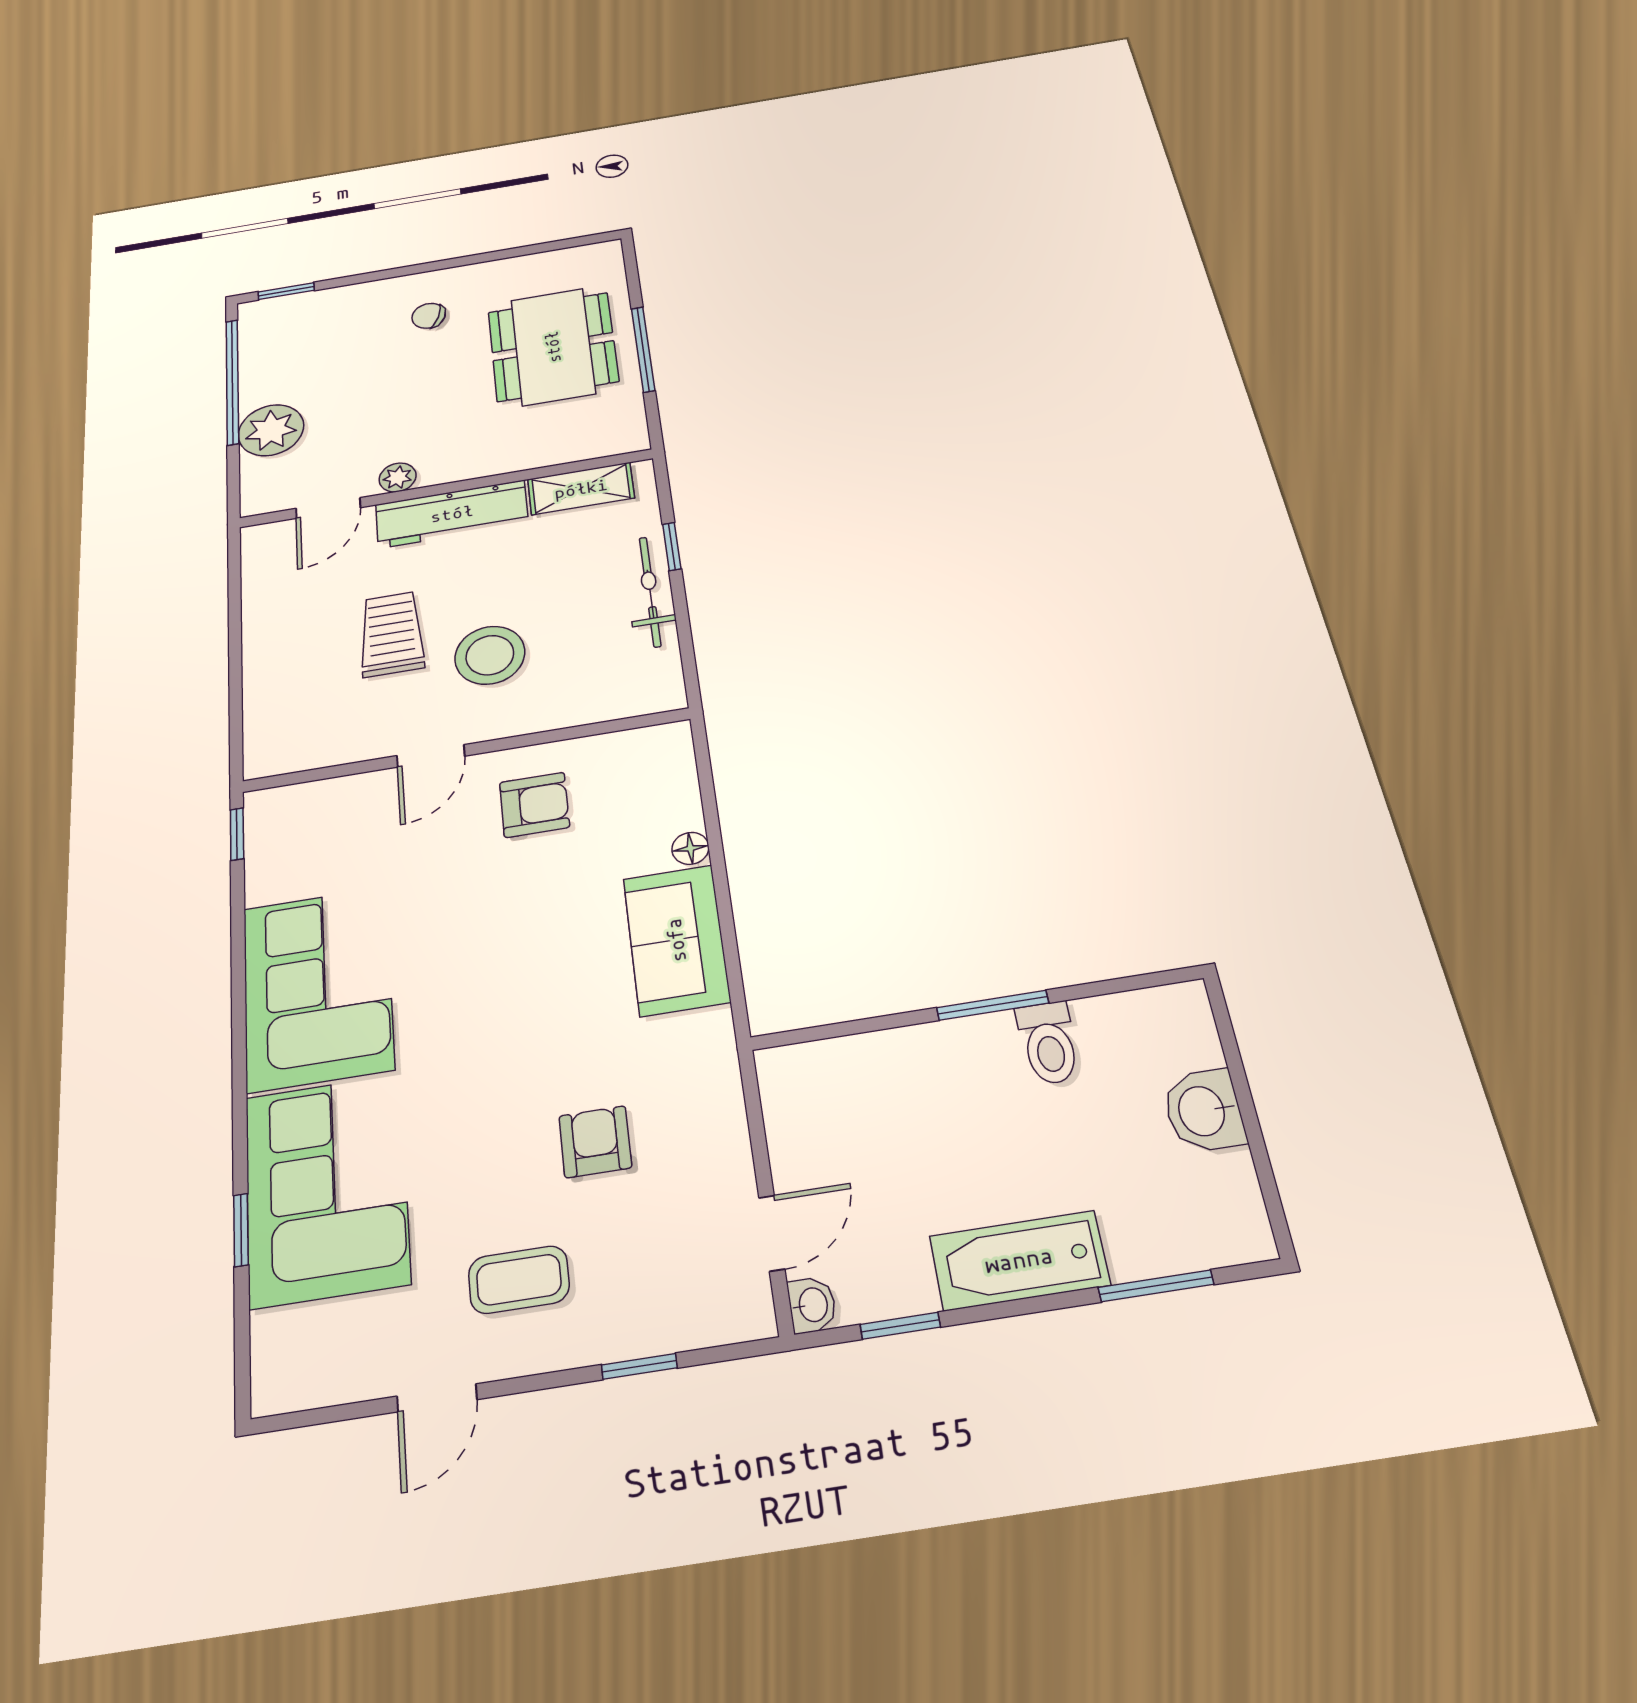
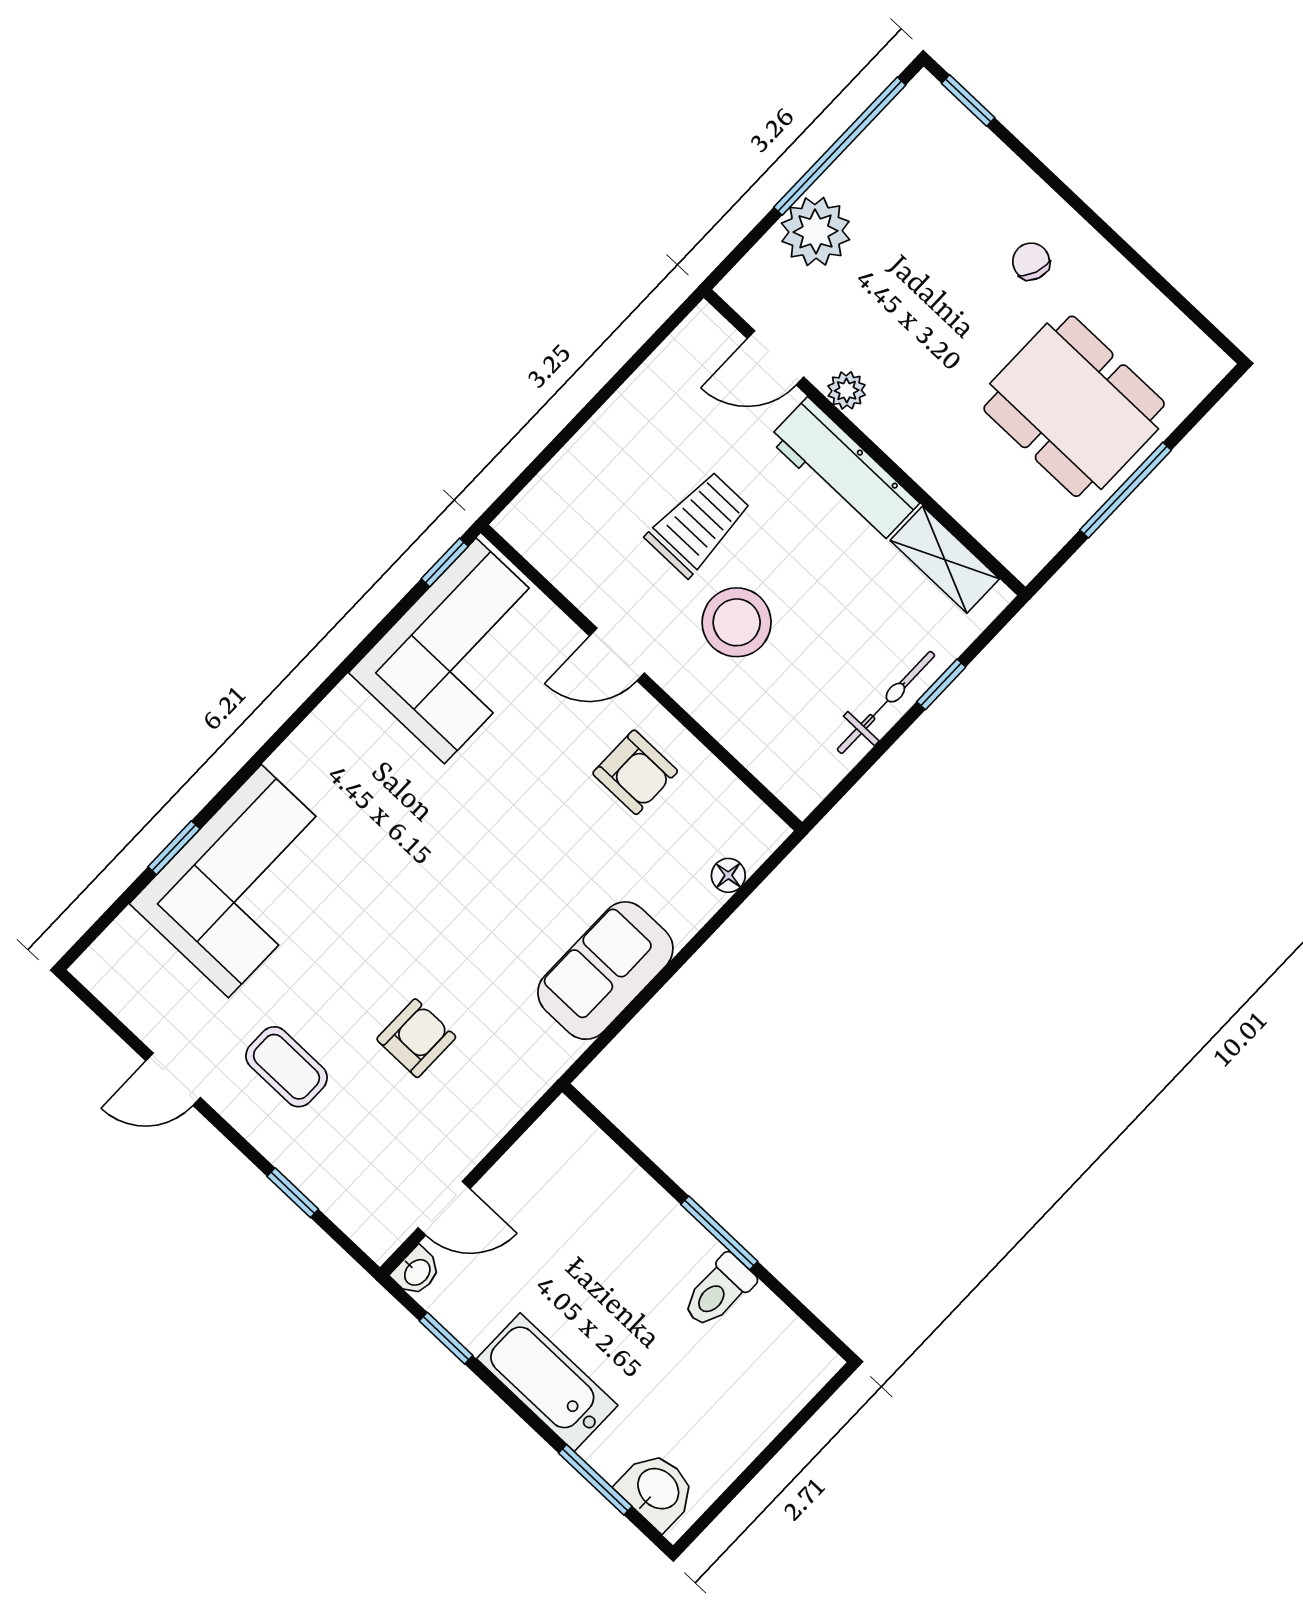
dining table: (553, 347) -> (1074, 406), turned 90
floor lamp: (690, 848) -> (728, 875), moved
corner sofa: (318, 988) -> (460, 651), moved
washbasin: (1204, 1111) -> (657, 1490), moved, turned 90

